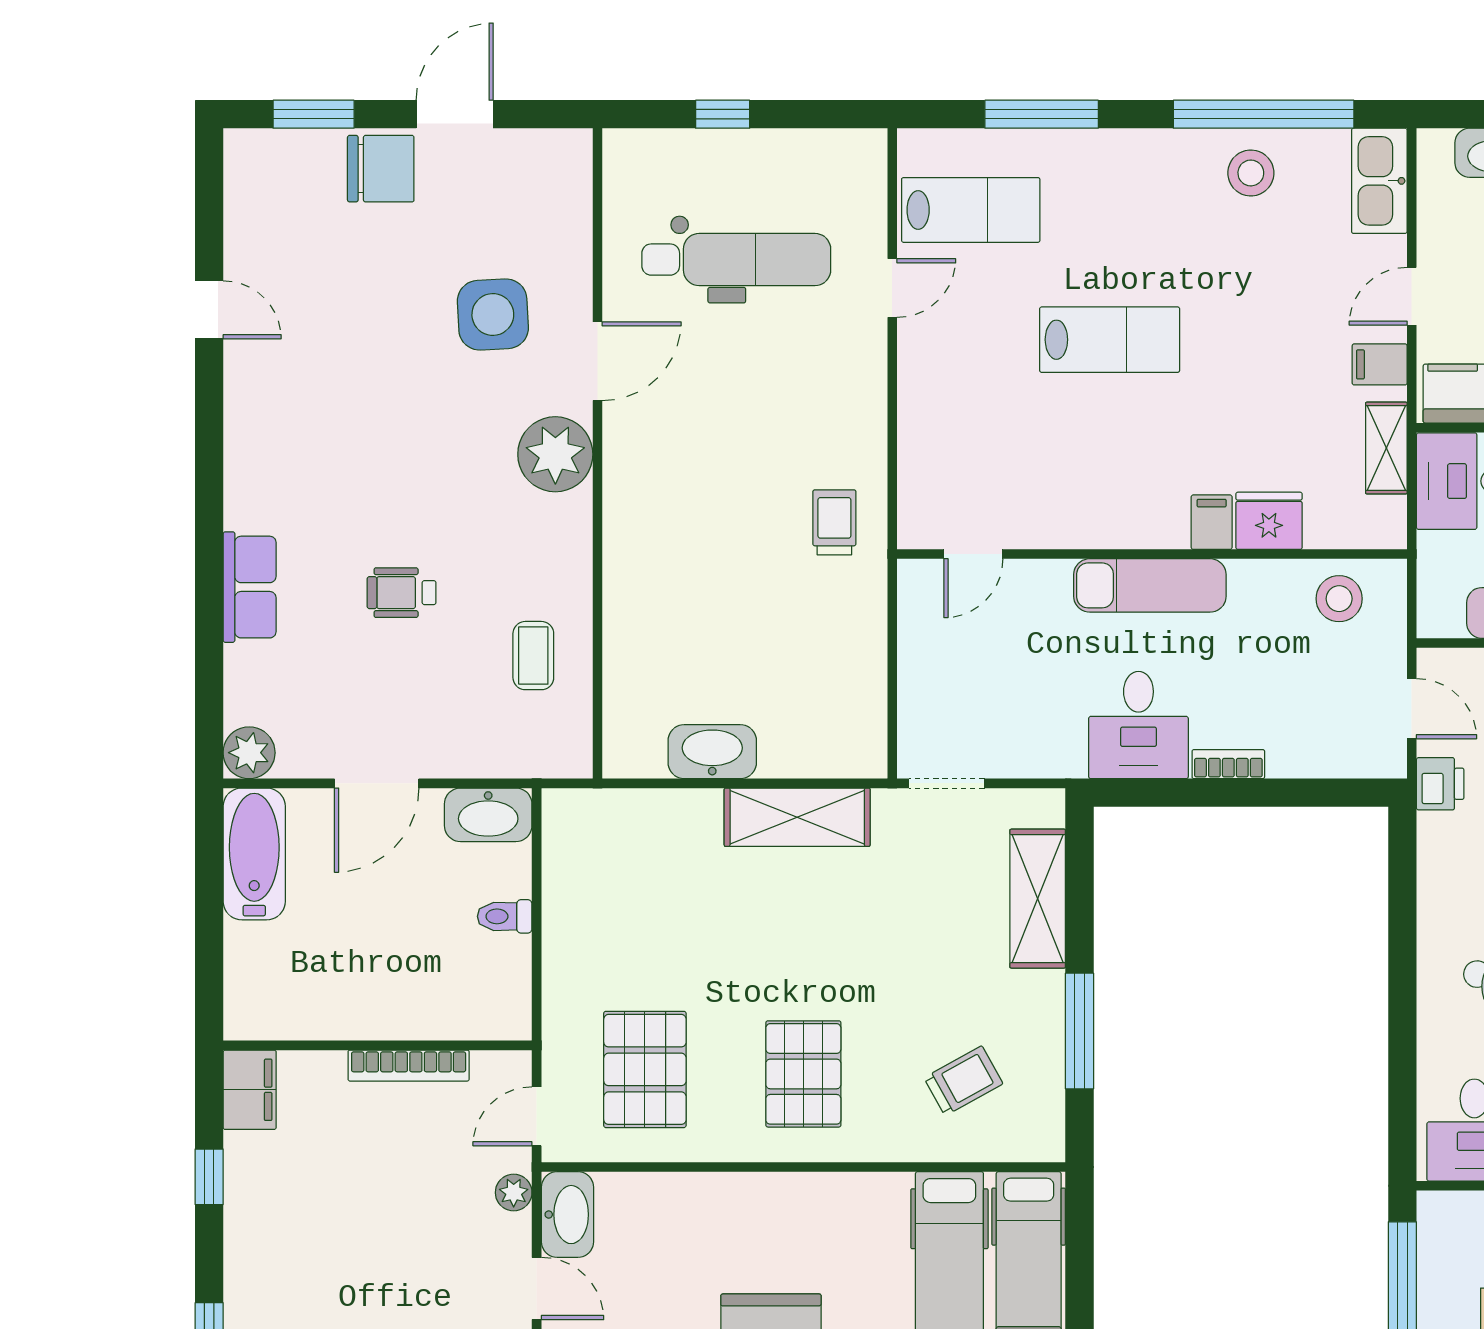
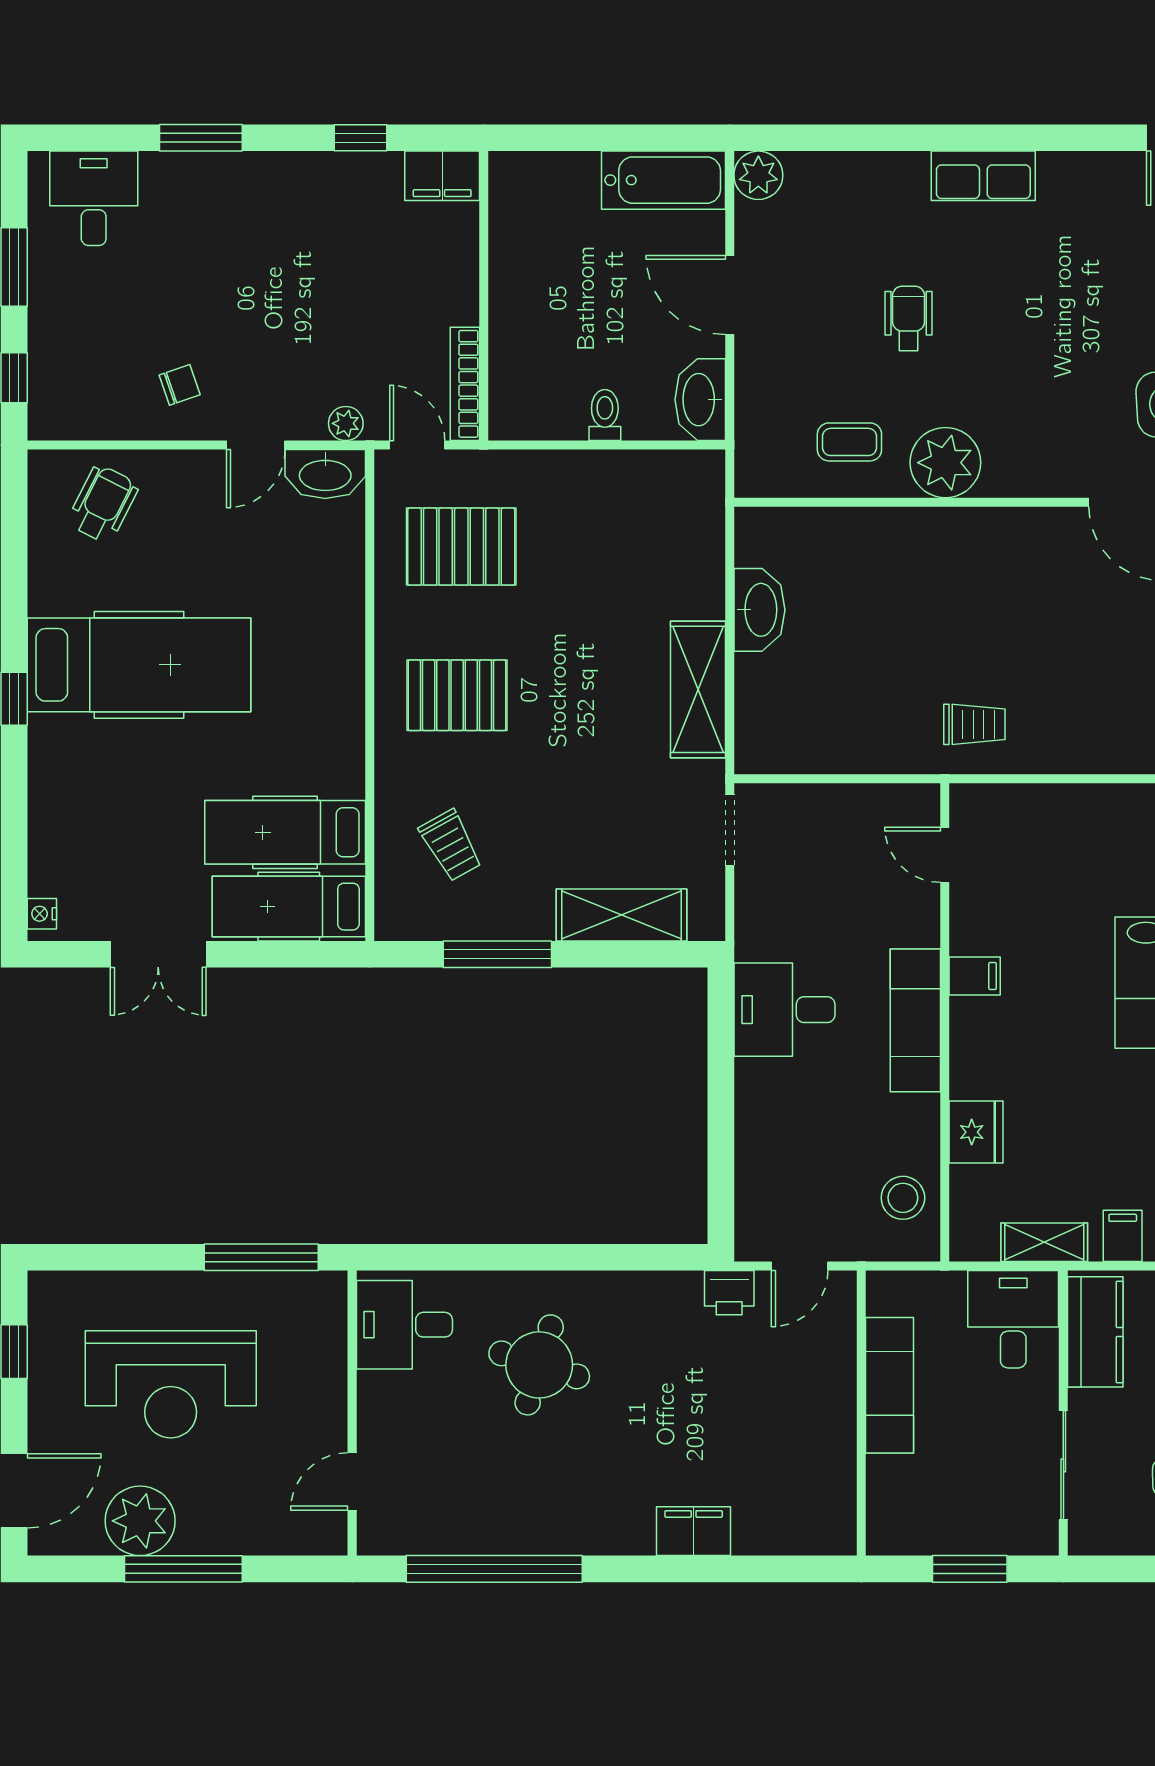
plant: (555, 454) -> (945, 463), moved
filing cabinet: (1212, 522) -> (975, 976), moved
row of seats: (250, 587) -> (983, 176), moved
bookcase: (1228, 764) -> (748, 1094), removed
bookcase: (409, 1066) -> (465, 384), moved

